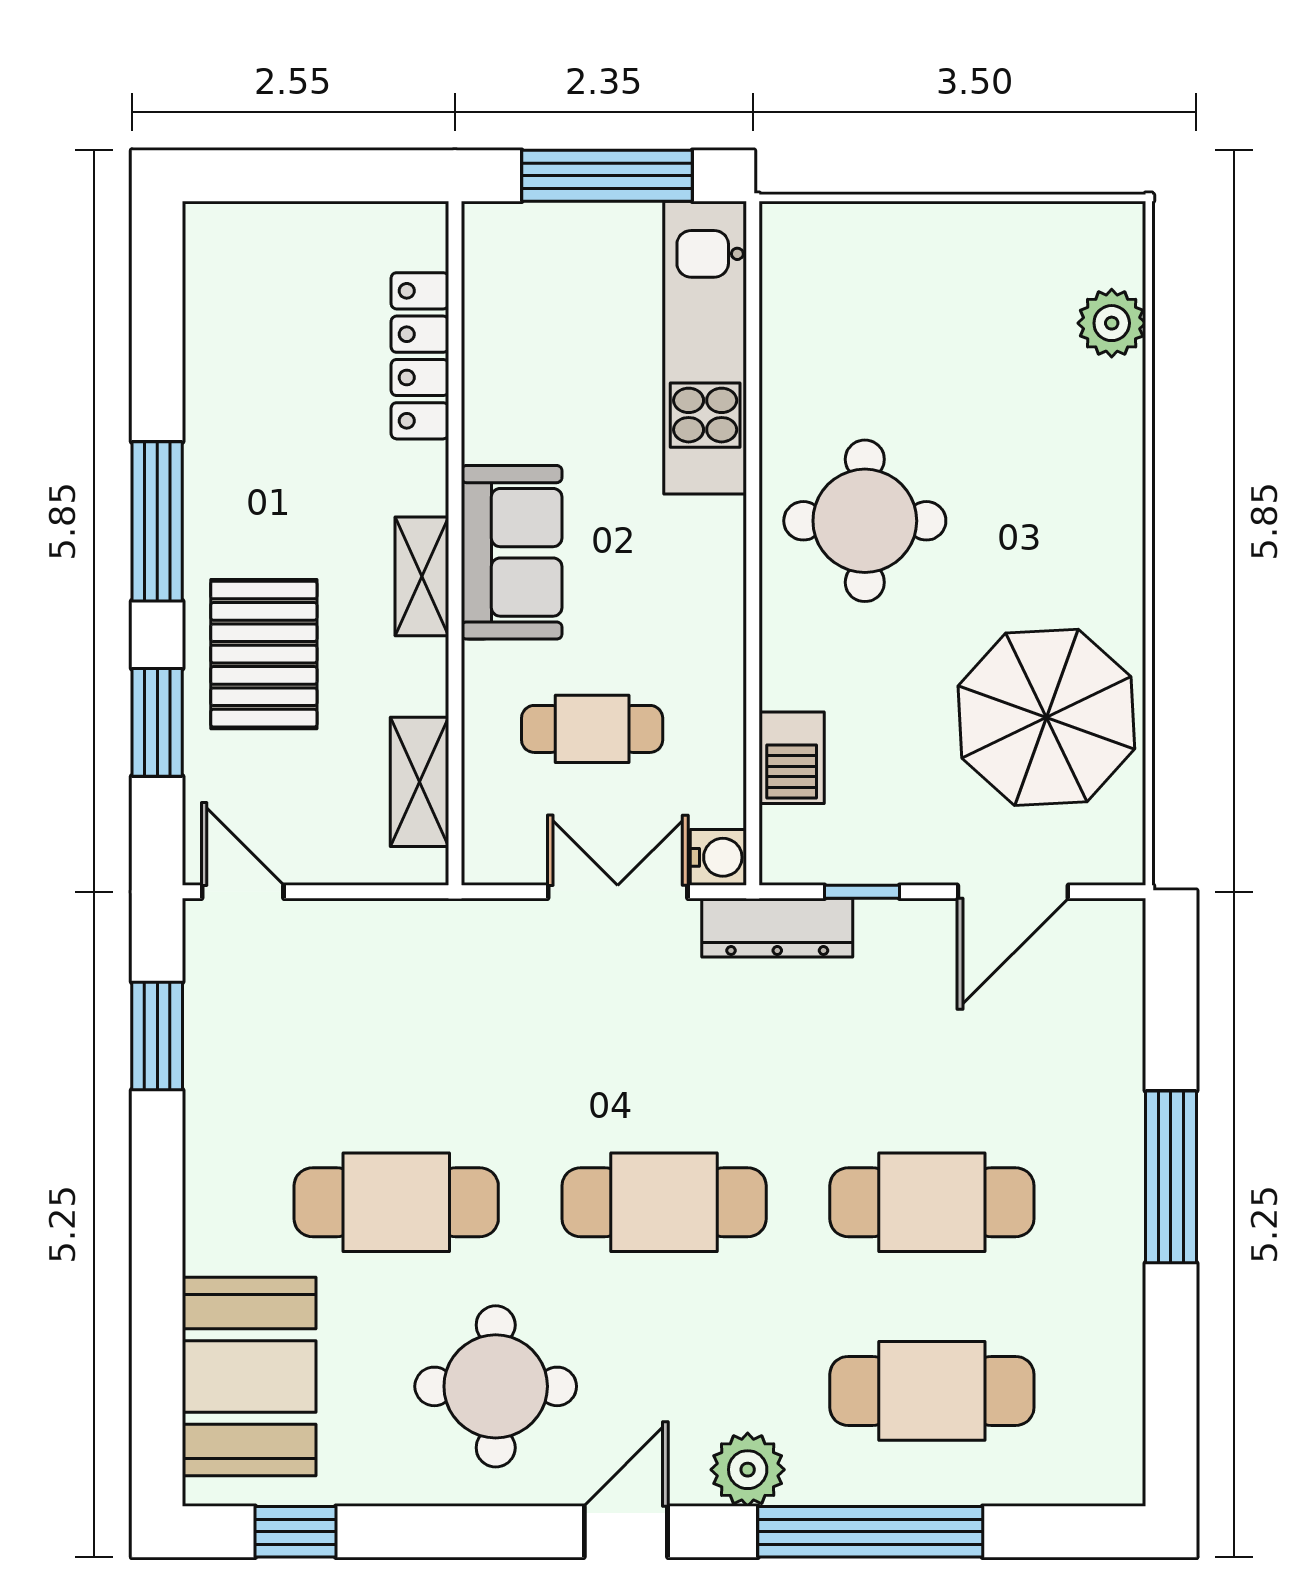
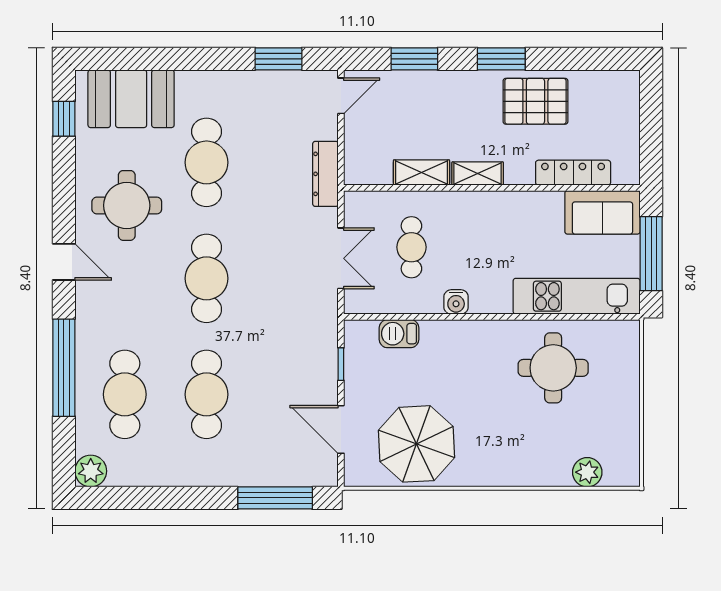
window: (157, 521) -> (501, 59), width x0.69
round table: (865, 521) -> (553, 368), moved
sofa: (512, 552) -> (602, 212), moved
pallet: (264, 654) -> (535, 101), moved
shelving: (419, 782) -> (422, 172), moved
water cooler: (718, 857) -> (456, 302), moved
dresser: (777, 928) -> (325, 174), moved
window: (1171, 1177) -> (275, 498), moved
plant: (748, 1470) -> (91, 471), moved

